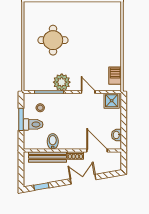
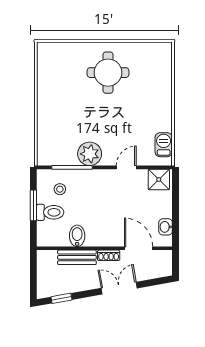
round table: (53, 40) -> (108, 73), moved
door: (88, 92) -> (126, 167), hinge flipped
bench: (48, 157) -> (77, 257), width x0.73

